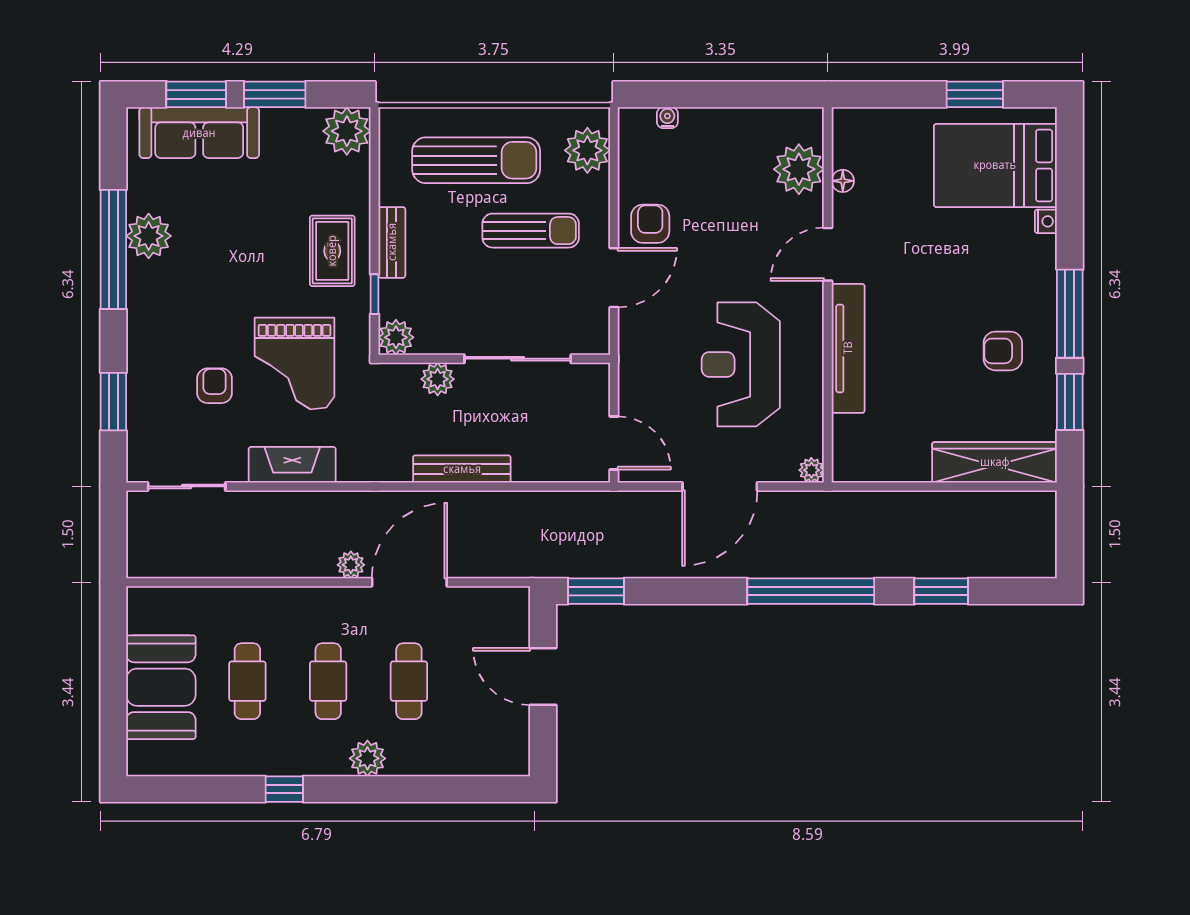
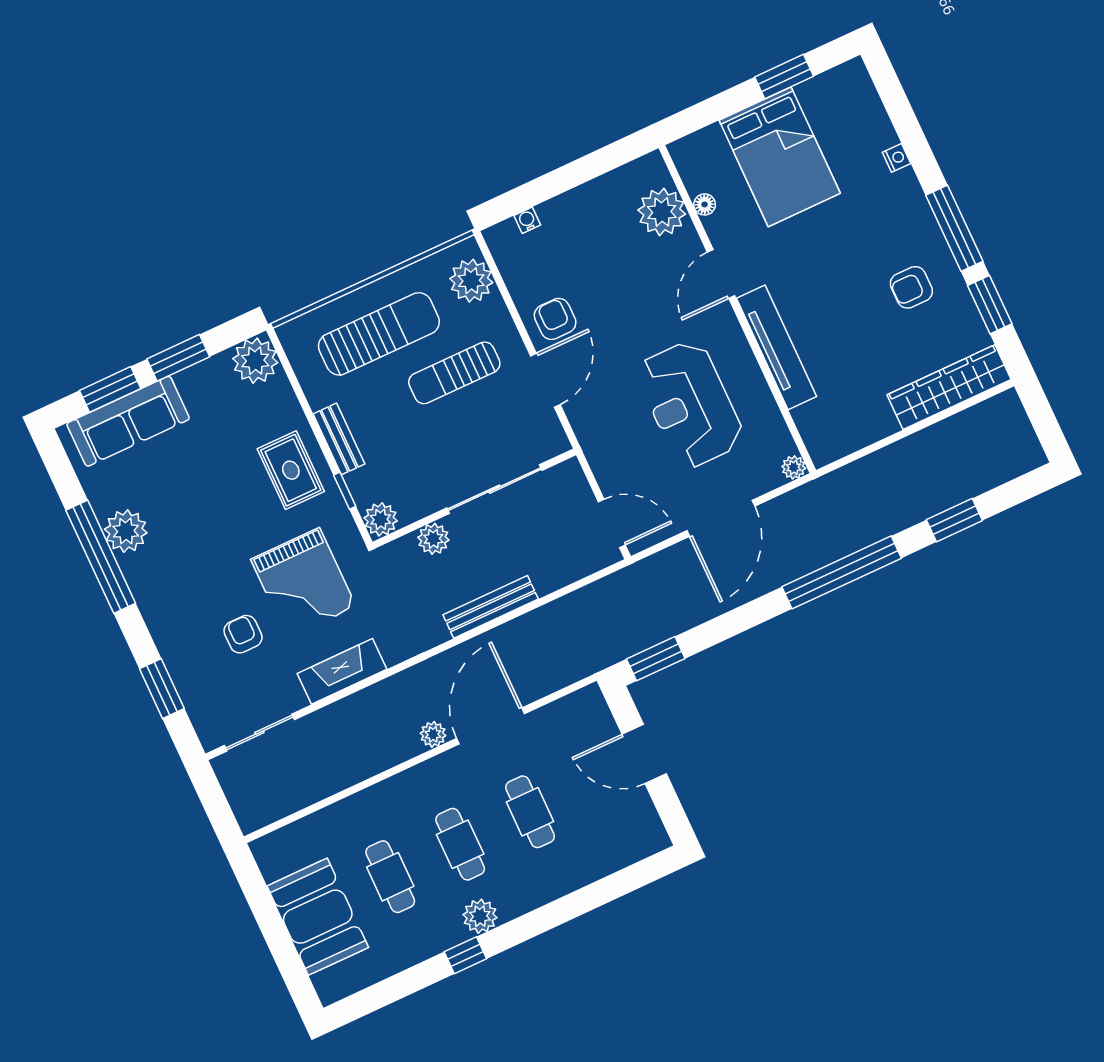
bed: (995, 165) -> (780, 157), moved, turned -90
sun lounger: (531, 231) -> (454, 373), turned 180
plant: (367, 758) -> (480, 916), moved

